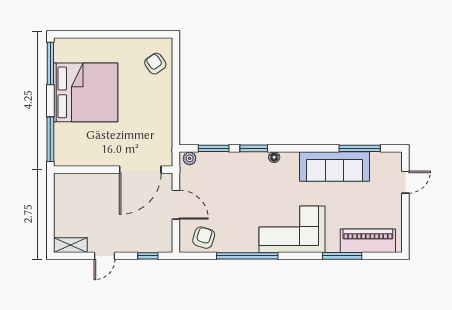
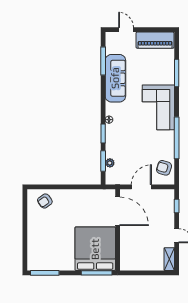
bed: (86, 92) -> (95, 249), moved
plant: (190, 158) -> (110, 163), moved
piano: (368, 241) -> (155, 40), moved, turned -90

